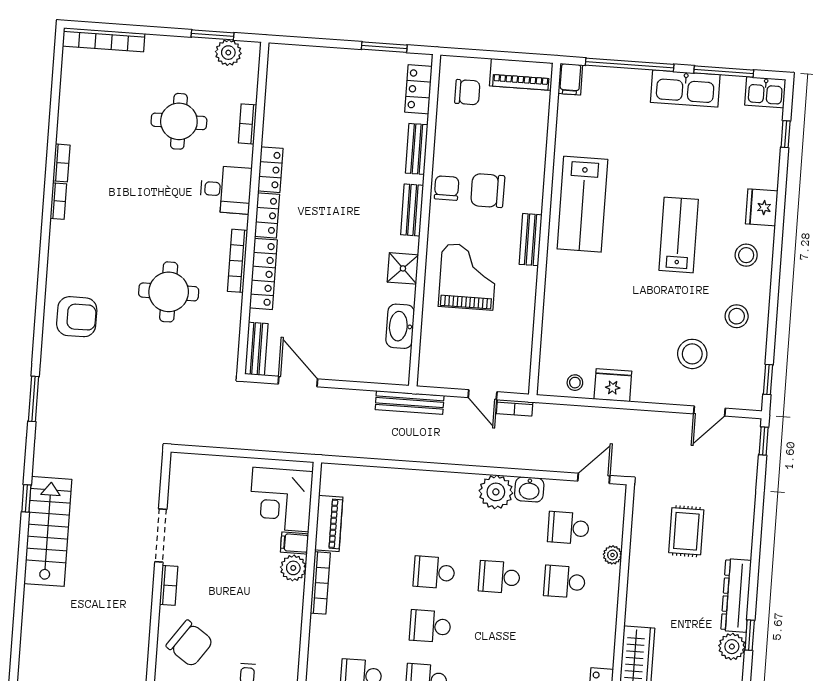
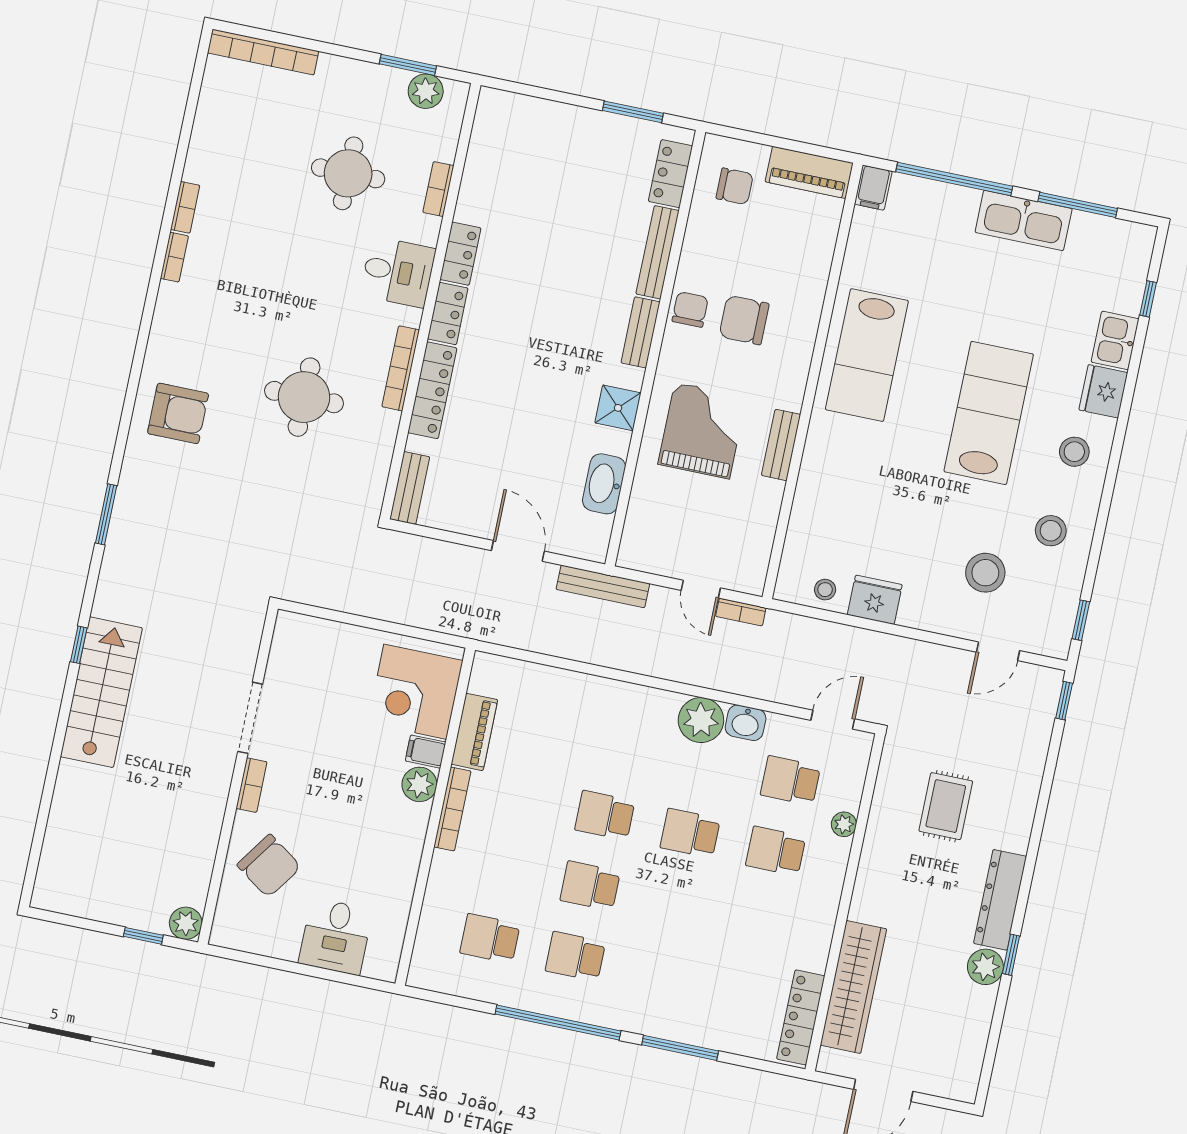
kitchen sink: (765, 92) -> (1115, 340), moved, turned 90
bench: (417, 149) -> (658, 252), width x1.36
lab bench: (679, 235) -> (989, 413), width x1.36, depth x1.39
bench: (531, 240) -> (781, 445), moved
door: (298, 381) -> (518, 551), moved

